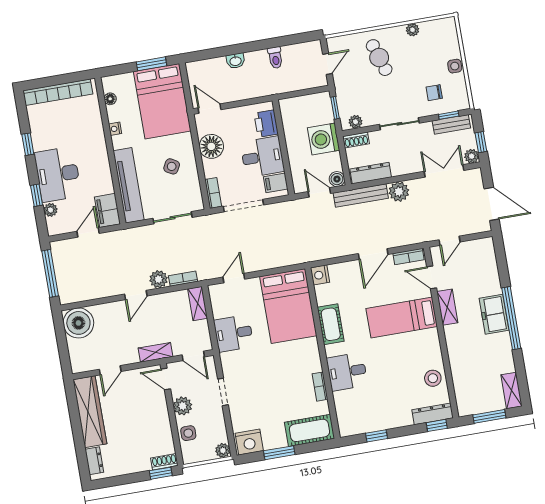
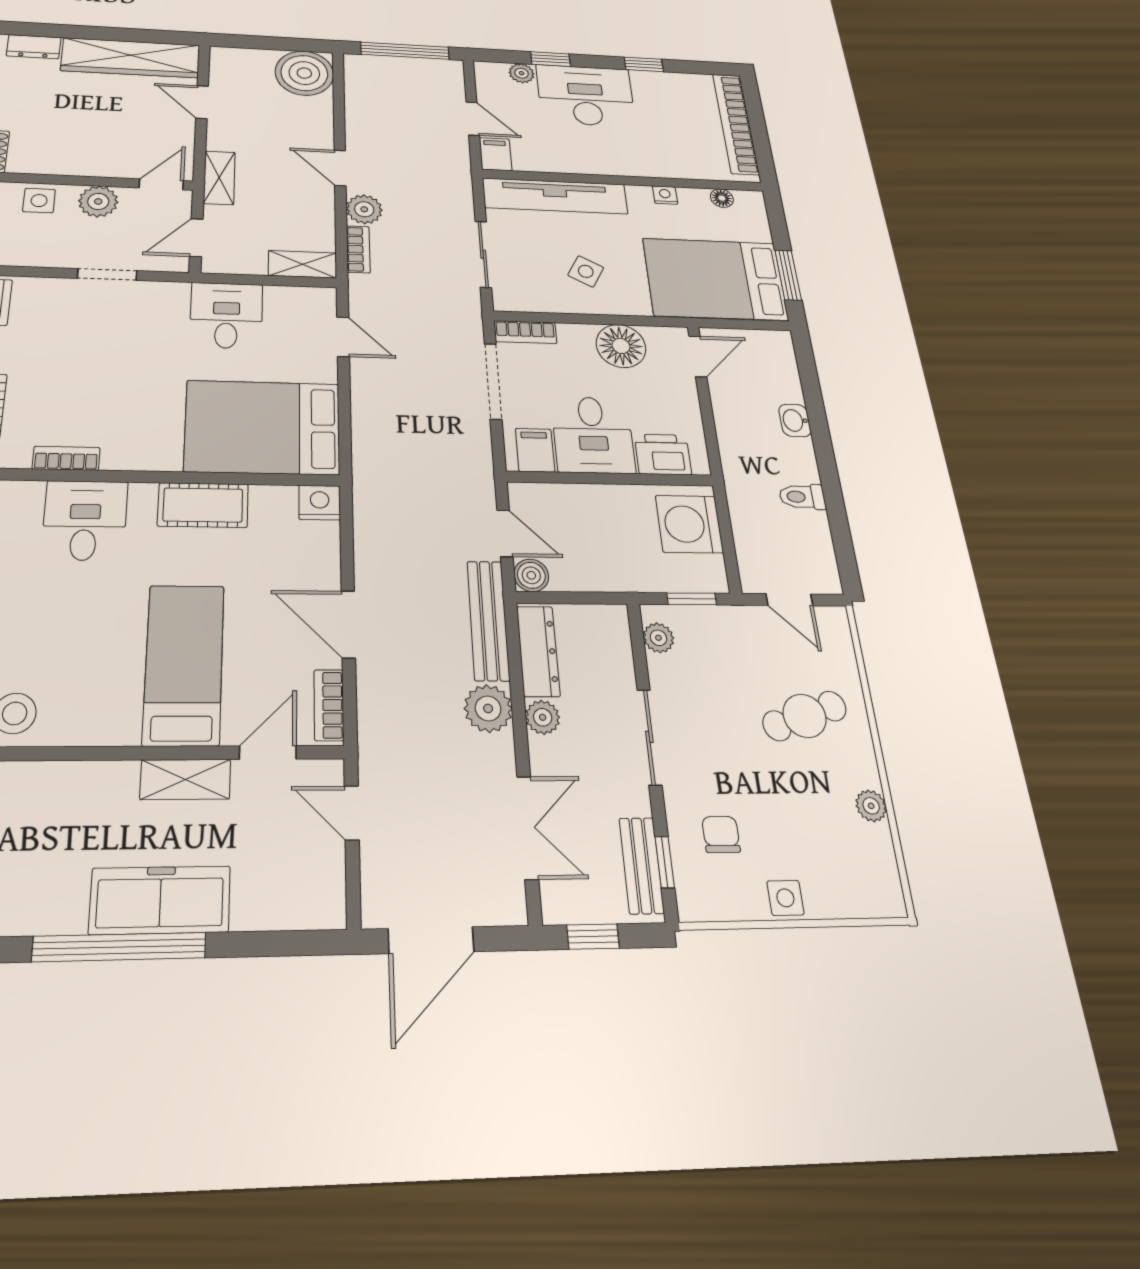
washing machine: (324, 139) -> (689, 524), moved, turned -90
shoe rack: (356, 140) -> (617, 632), removed
plant: (472, 156) -> (543, 717), moved
door: (319, 192) -> (505, 533), hinge flipped
filing cabinet: (107, 210) -> (495, 154), width x0.50
freezer: (494, 314) -> (160, 900), width x1.40

